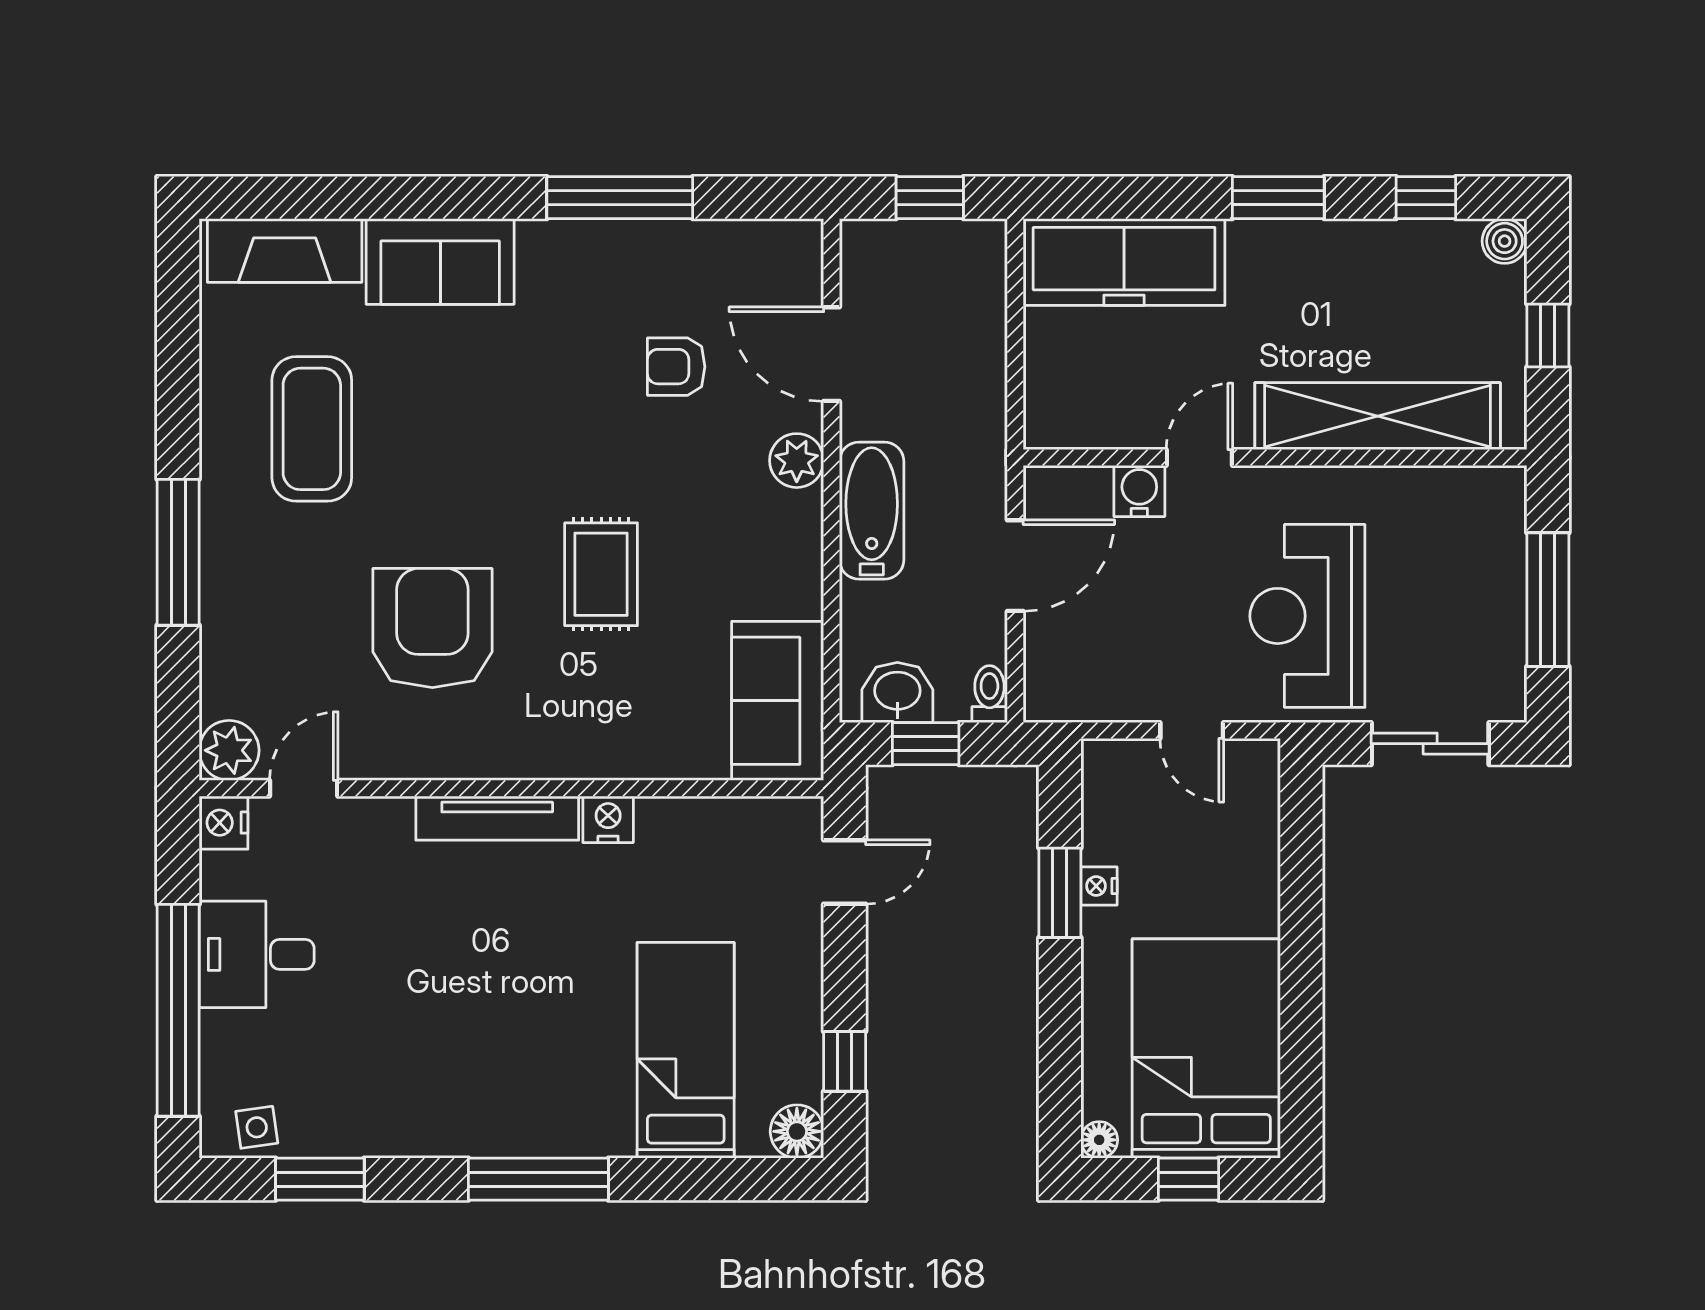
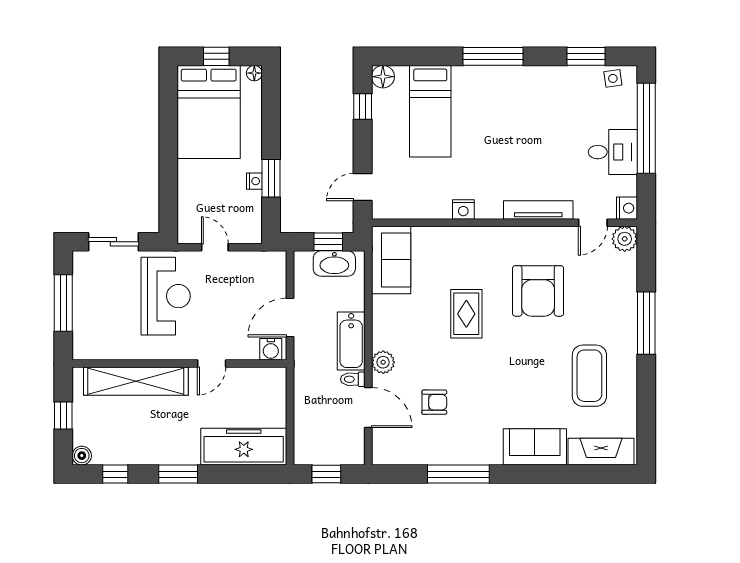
water cooler: (1139, 491) -> (271, 349), moved
washbasin: (897, 692) -> (334, 263), width x1.38
toilet: (989, 694) -> (353, 379), moved, turned 90
tv unit: (497, 818) -> (538, 210), moved

